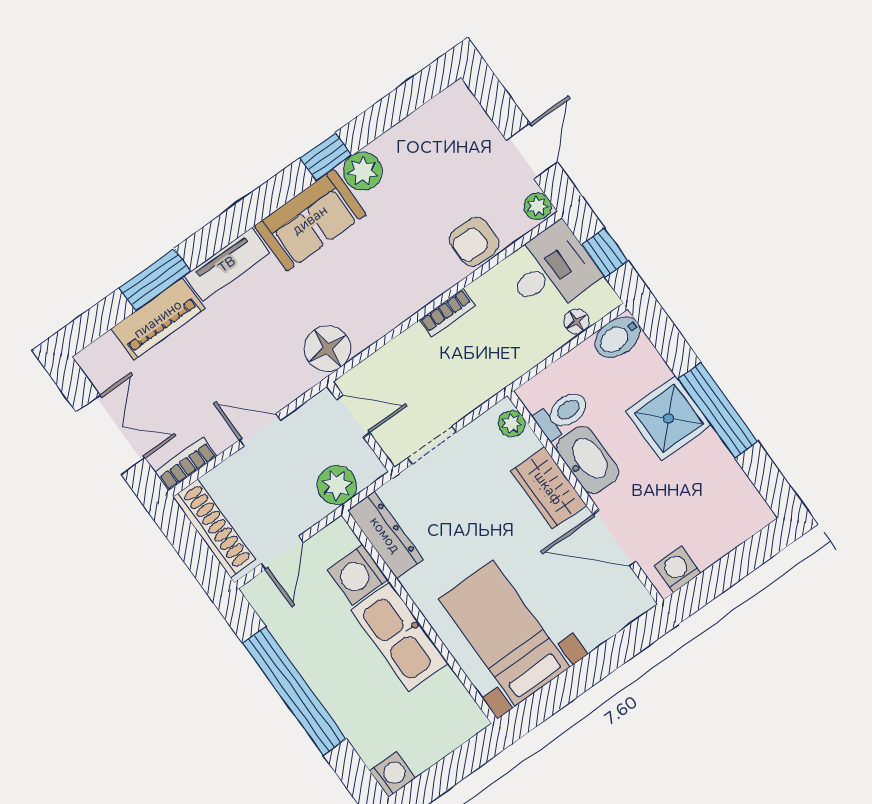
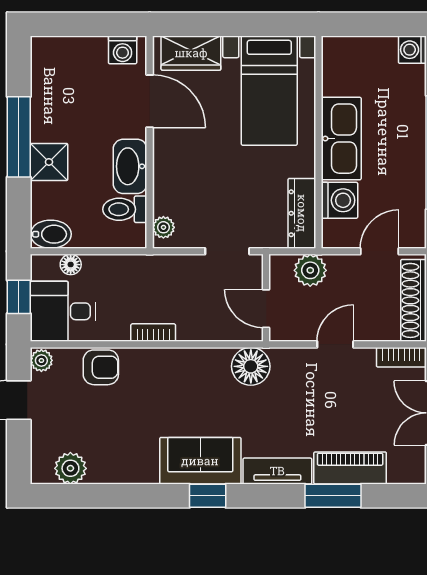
window: (326, 157) -> (208, 496), moved
plant: (363, 171) -> (70, 468), moved
shower: (669, 418) -> (49, 162), width x0.73, depth x0.73
door: (260, 430) -> (335, 344), swing flipped
wardrobe: (548, 488) -> (191, 53), moved, turned 90

